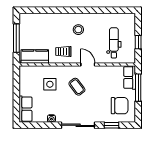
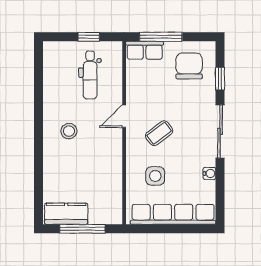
dental chair: (114, 43) -> (90, 75), turned -90
trolley: (63, 52) -> (104, 155), removed
kitchen counter: (35, 57) -> (66, 214), moved, turned 90
row of seats: (26, 109) -> (173, 214), width x2.02

